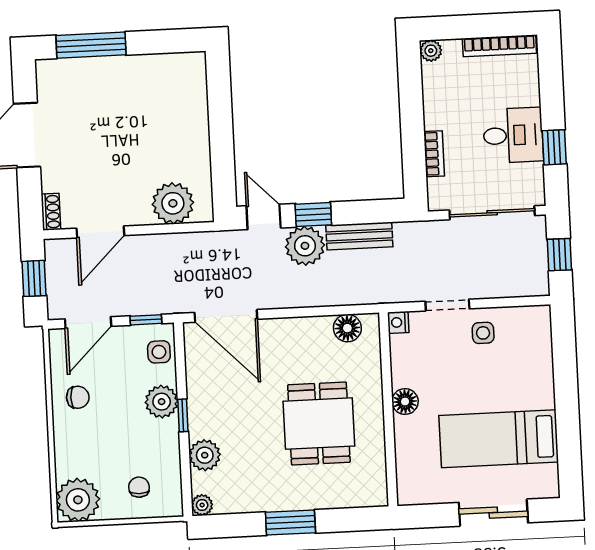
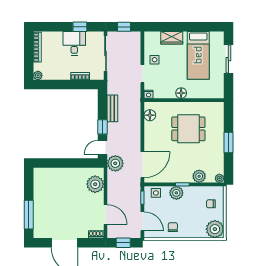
plant: (305, 246) -> (115, 163), moved
wardrobe: (539, 372) -> (172, 38), added

